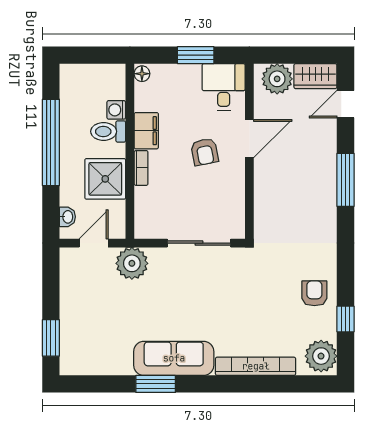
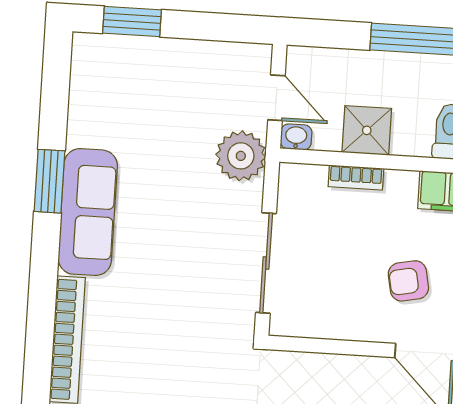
bookcase: (141, 168) -> (356, 178), moved
shower: (105, 179) -> (367, 130), width x0.73, depth x0.73
washbasin: (67, 217) -> (296, 137), moved, turned 180

